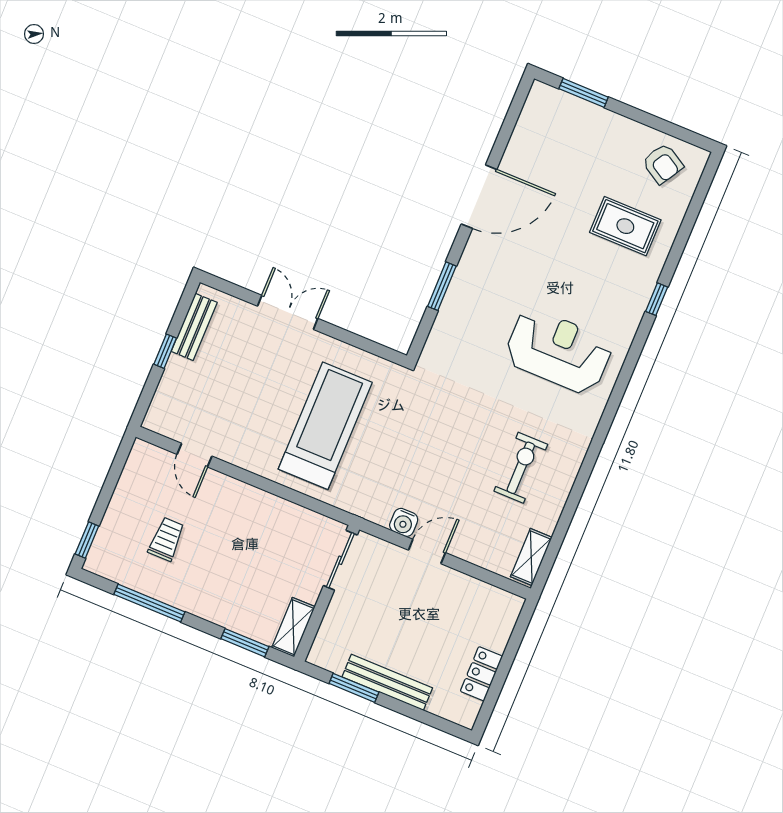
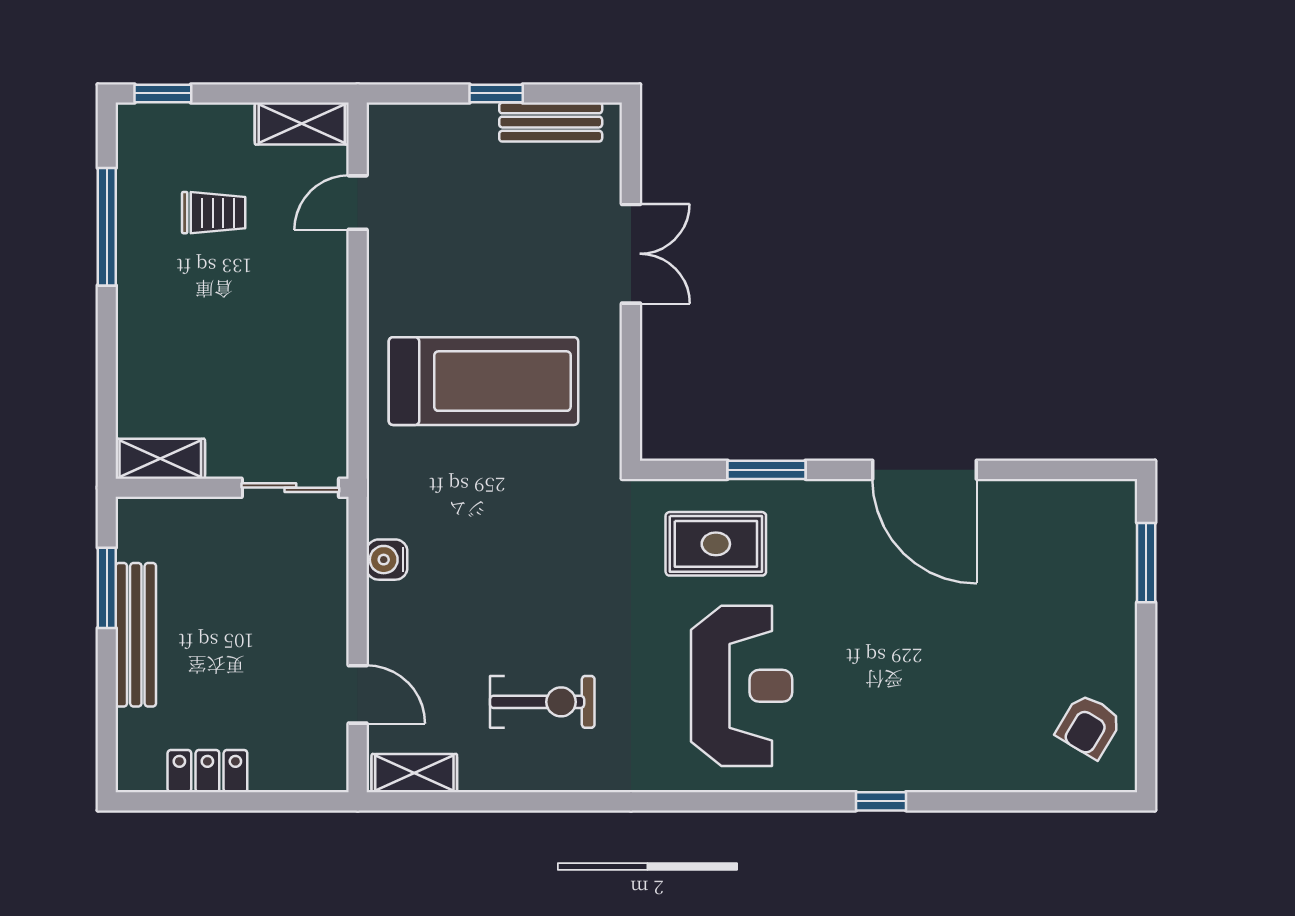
rug: (625, 226) -> (716, 544), moved, turned 90
shelving: (137, 468) -> (302, 124), added
door: (427, 551) -> (358, 694), moved
window: (245, 643) -> (107, 396), removed

